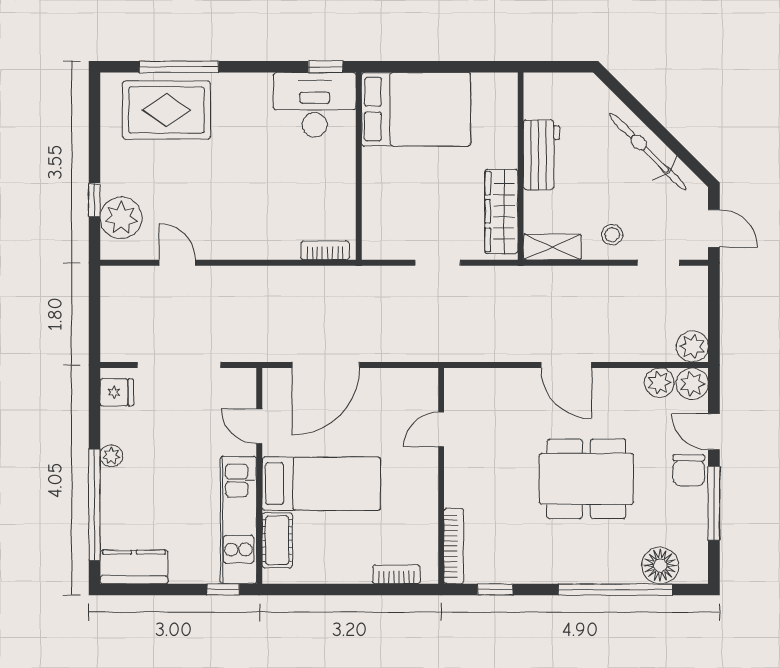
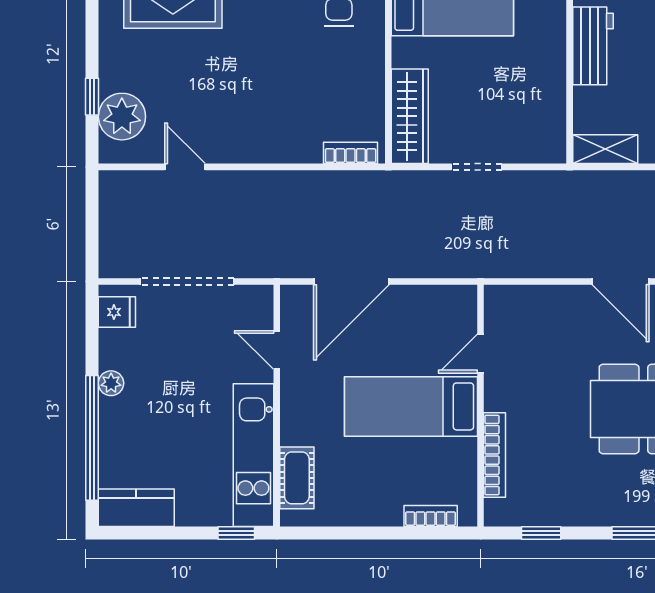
wardrobe: (501, 211) -> (410, 116), moved, turned 180
bed: (321, 484) -> (411, 406), moved, turned 180
bookcase: (454, 546) -> (495, 455), moved

